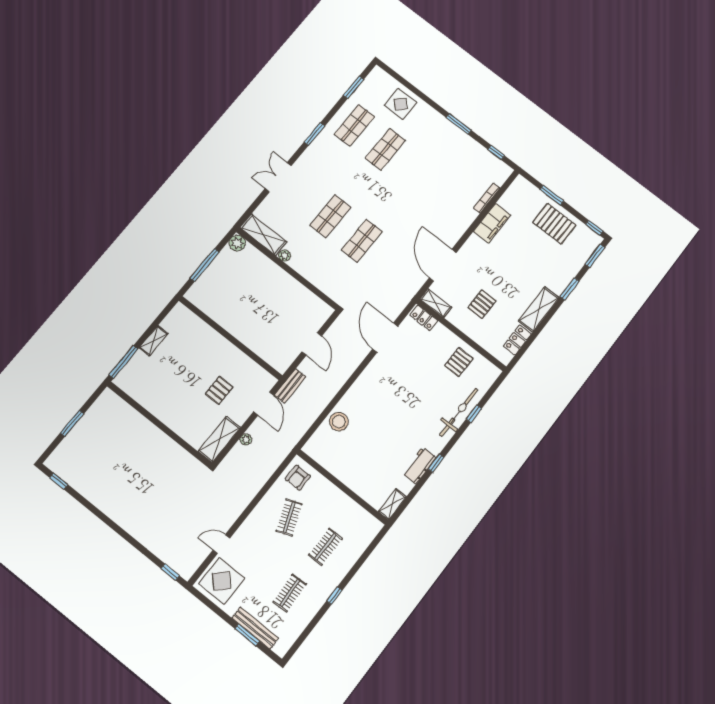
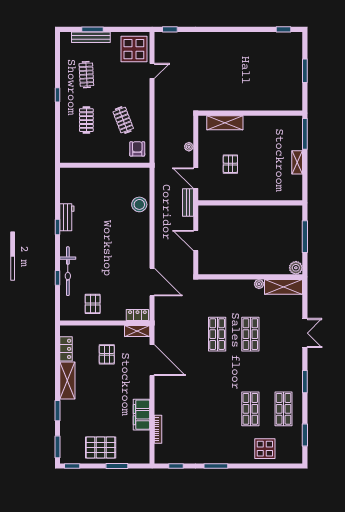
shelving: (219, 439) -> (225, 123), moved, turned 90
shelving: (392, 504) -> (65, 179), removed

